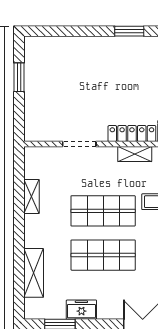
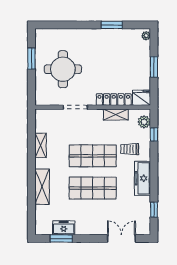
round table: (62, 92) -> (63, 69), added
shelving: (34, 273) -> (42, 187), moved
freezer: (81, 310) -> (64, 228), moved

